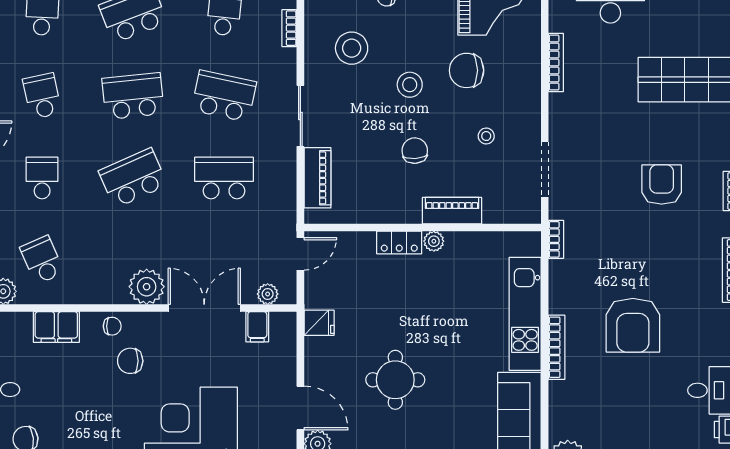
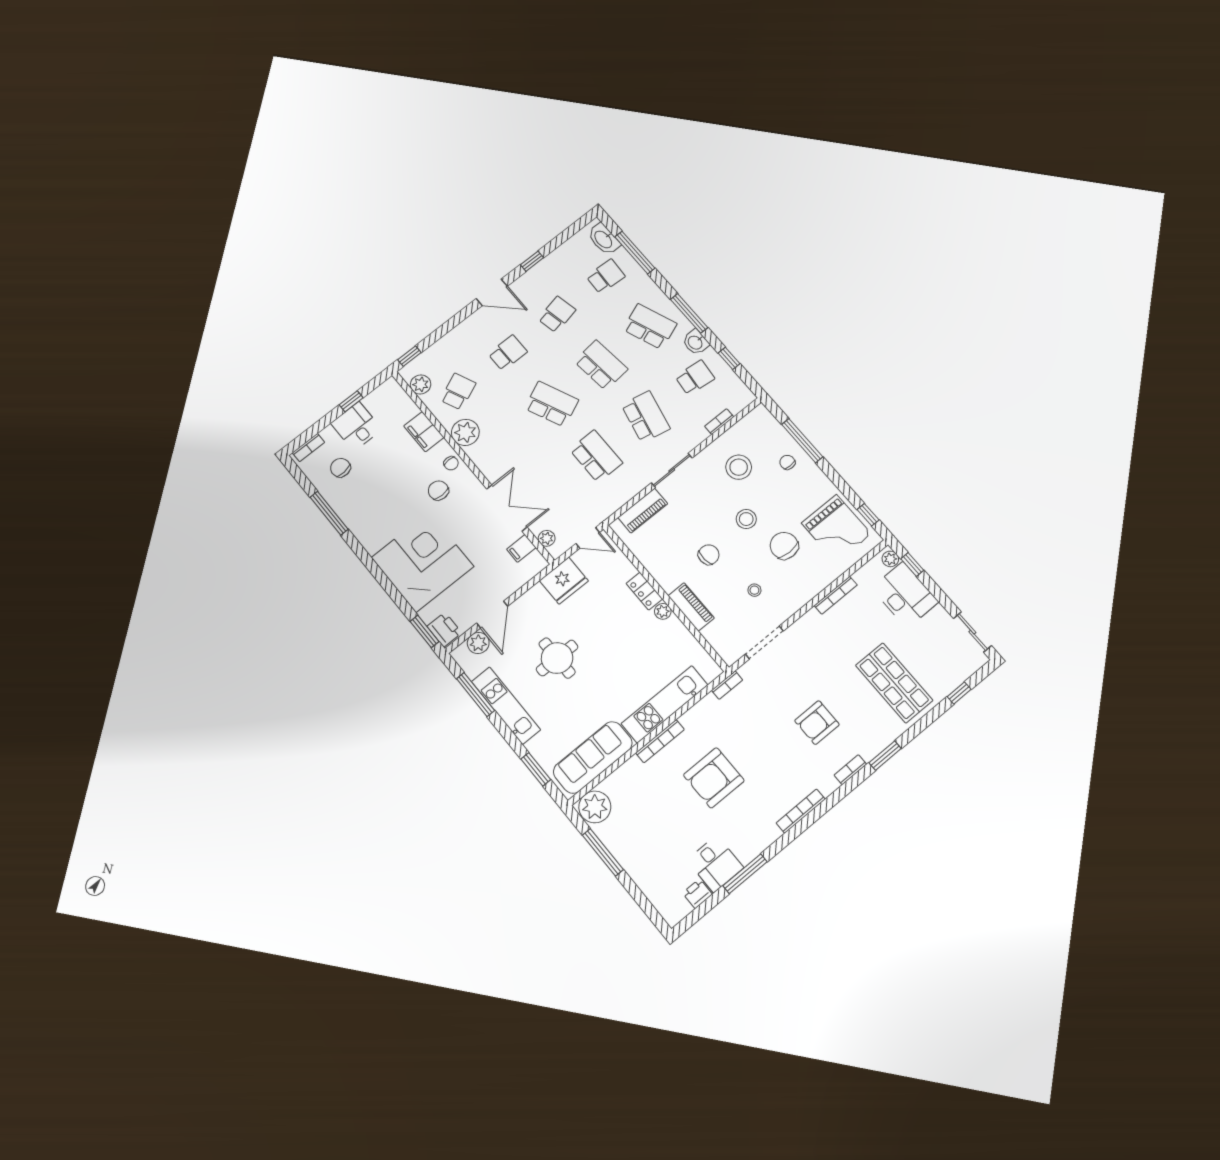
armchair: (662, 185) -> (817, 723), turned 180
plant: (147, 287) -> (465, 432), moved
fridge: (319, 323) -> (564, 581), width x1.88, depth x1.34

